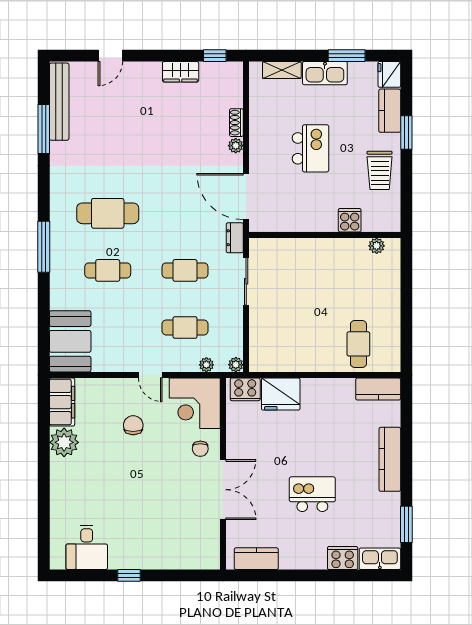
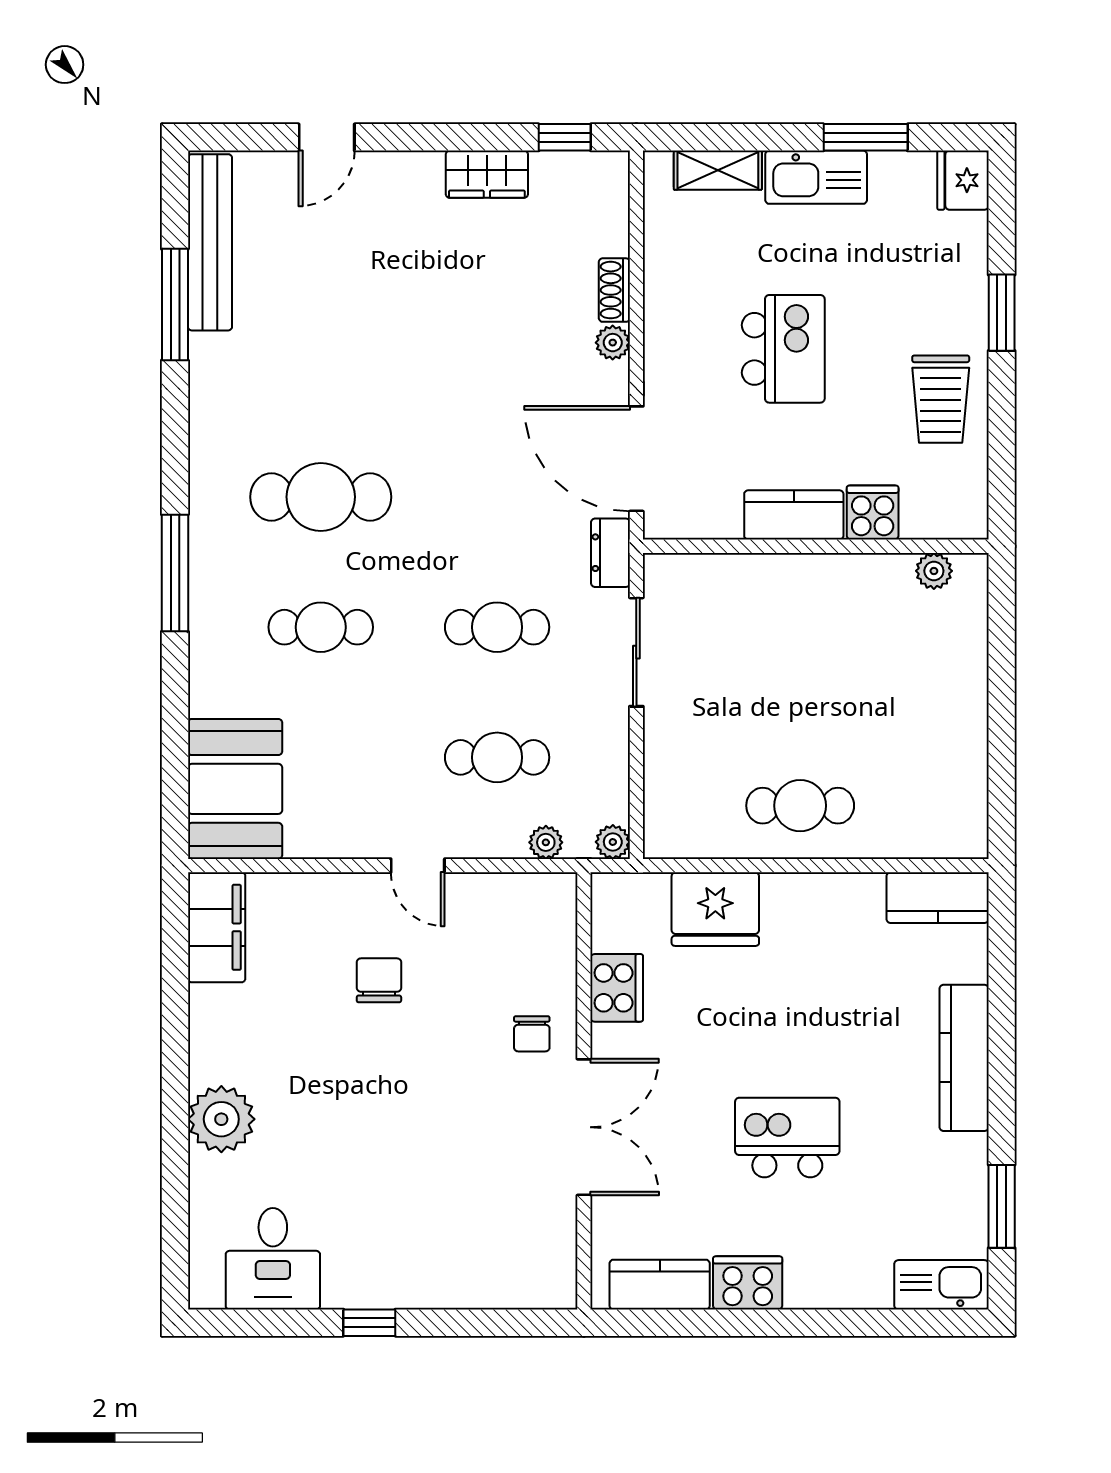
kitchen counter: (390, 111) -> (794, 515), moved, turned 90
cafe table: (358, 344) -> (800, 806), moved, turned 90
cooker: (245, 389) -> (617, 988), moved, turned -90
corner desk: (195, 403) -> (519, 930), removed
plant: (64, 442) -> (221, 1119), moved
cooker: (343, 558) -> (748, 1283), moved

